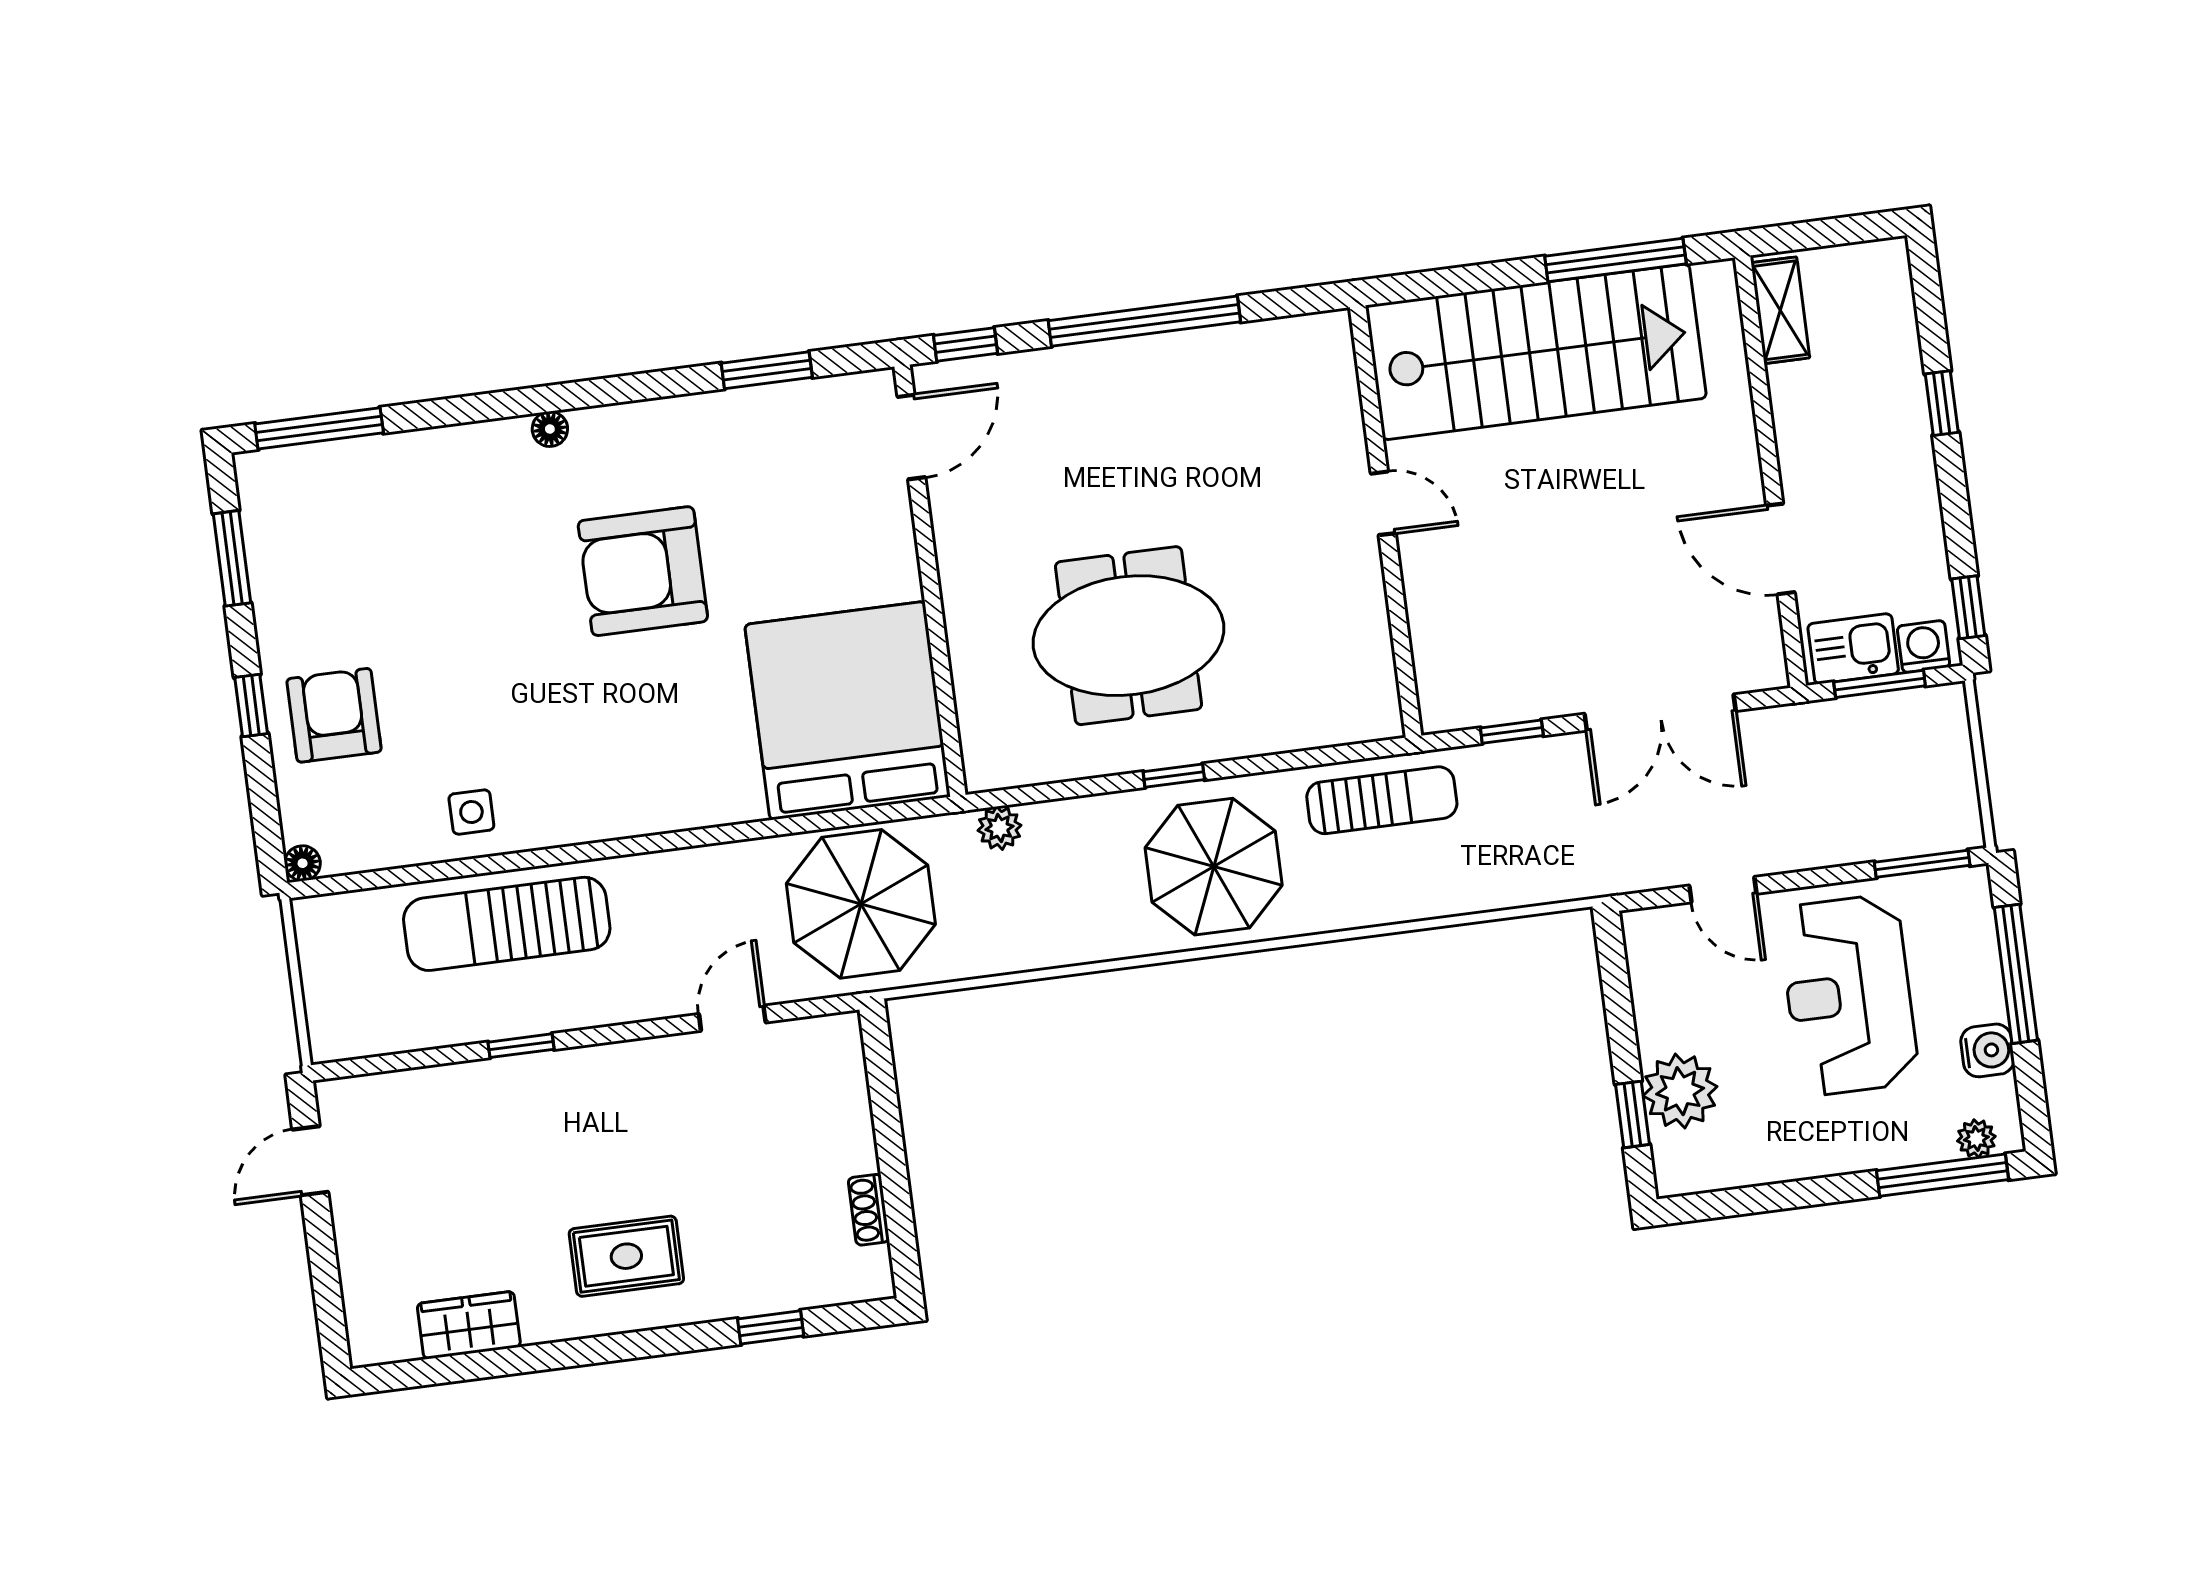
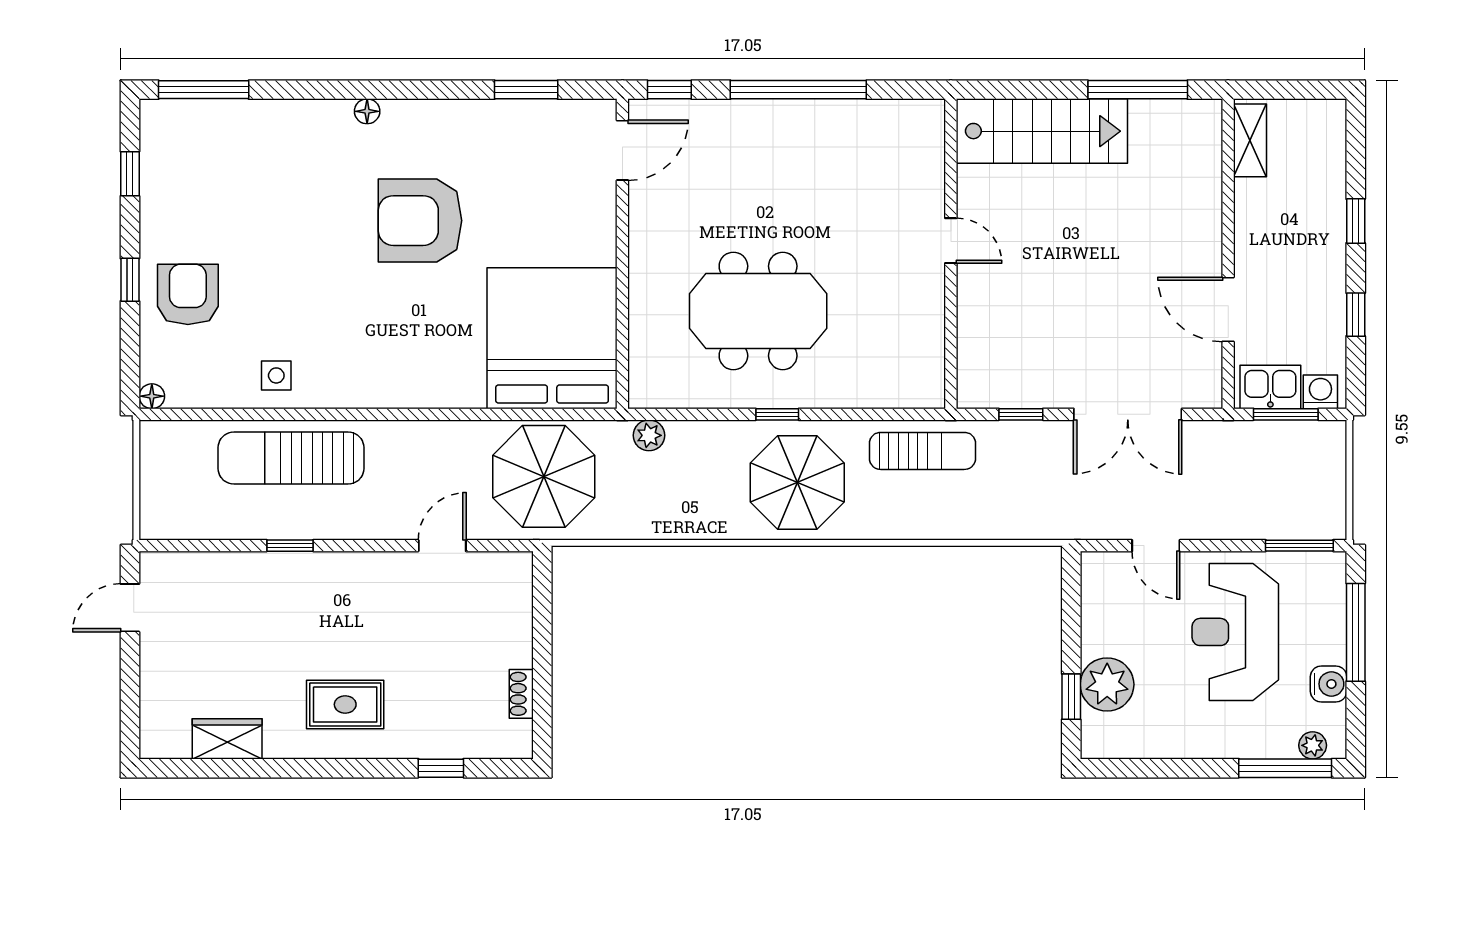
stairs: (1536, 352) -> (1042, 131), width x0.73, depth x0.66
window: (232, 558) -> (130, 174), width x0.67
window: (1968, 607) -> (1356, 315), moved

